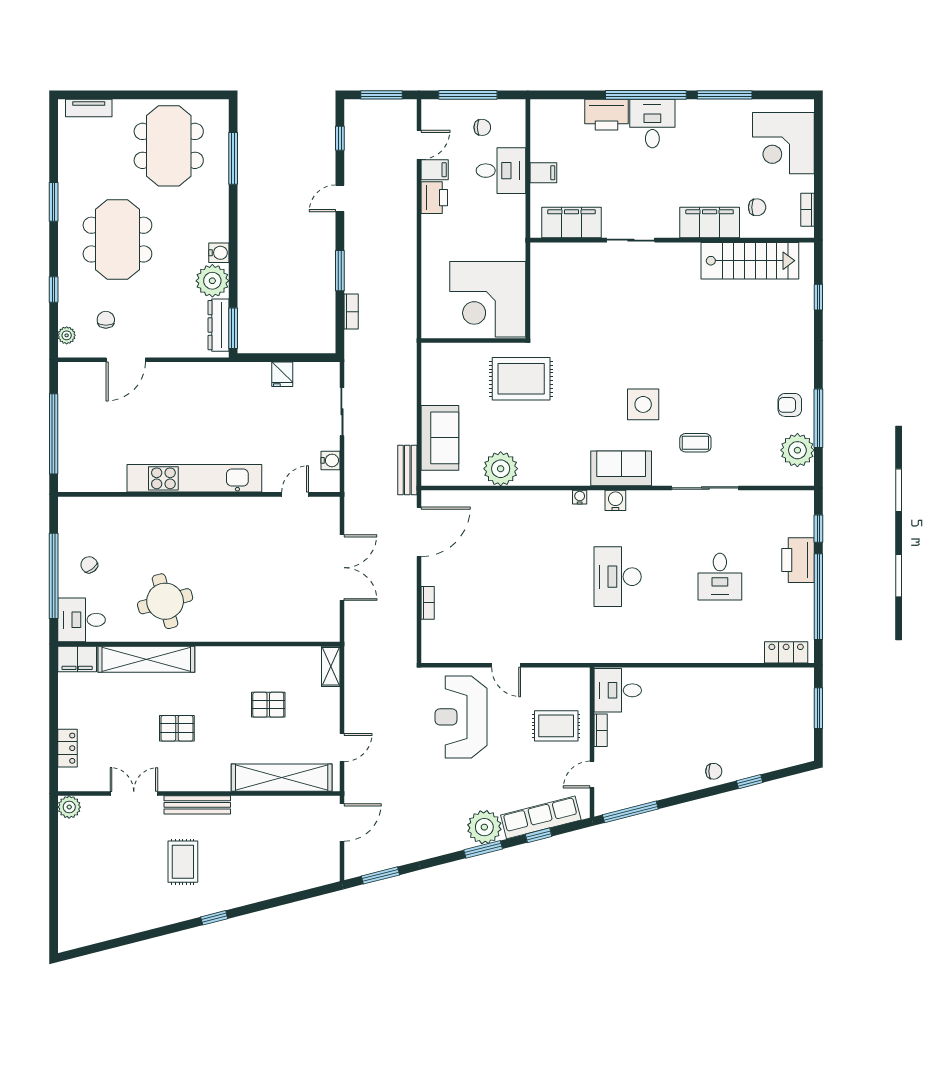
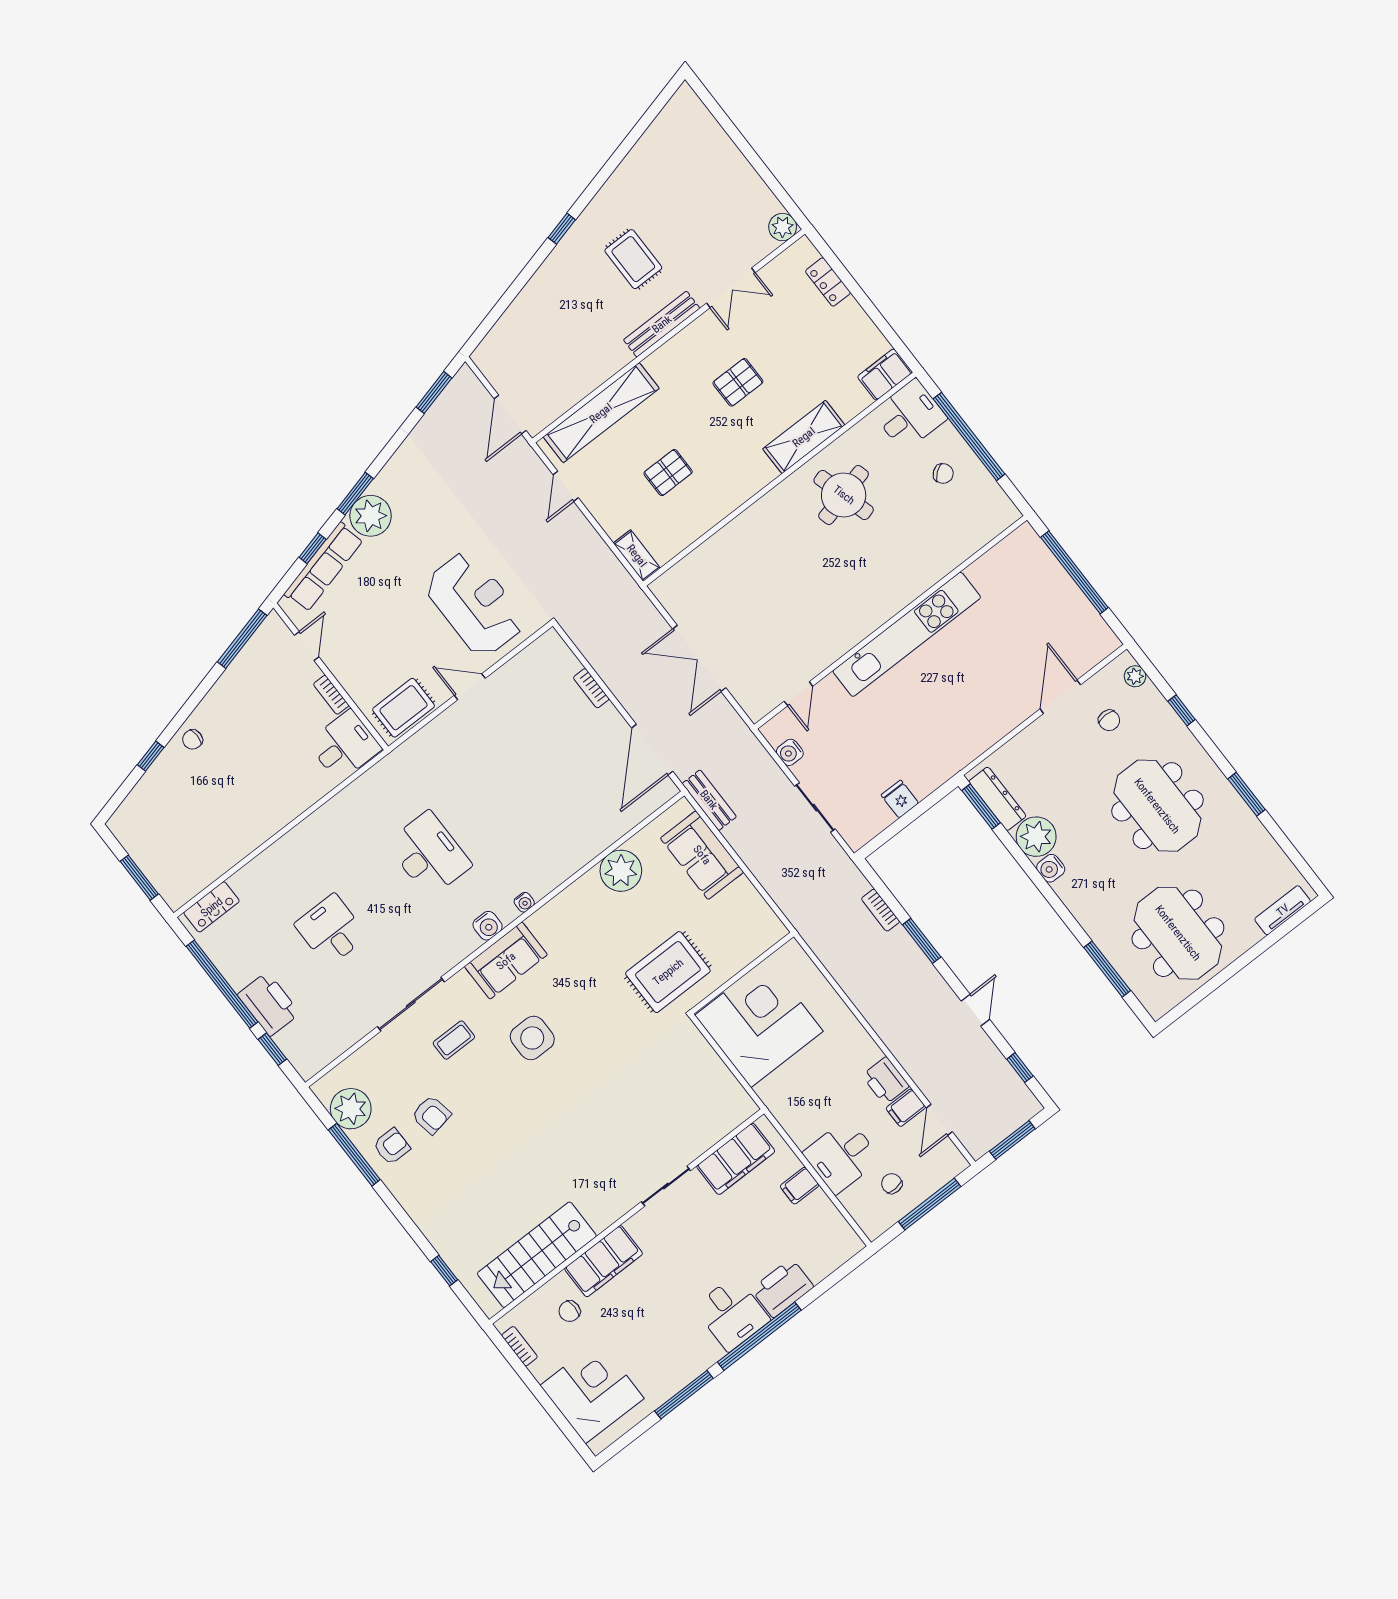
chair: (482, 127) -> (892, 1184), turned 87
armchair: (748, 405) -> (431, 1115), added
shelving: (146, 659) -> (804, 437), width x0.68
rug: (556, 726) -> (404, 708), moved

